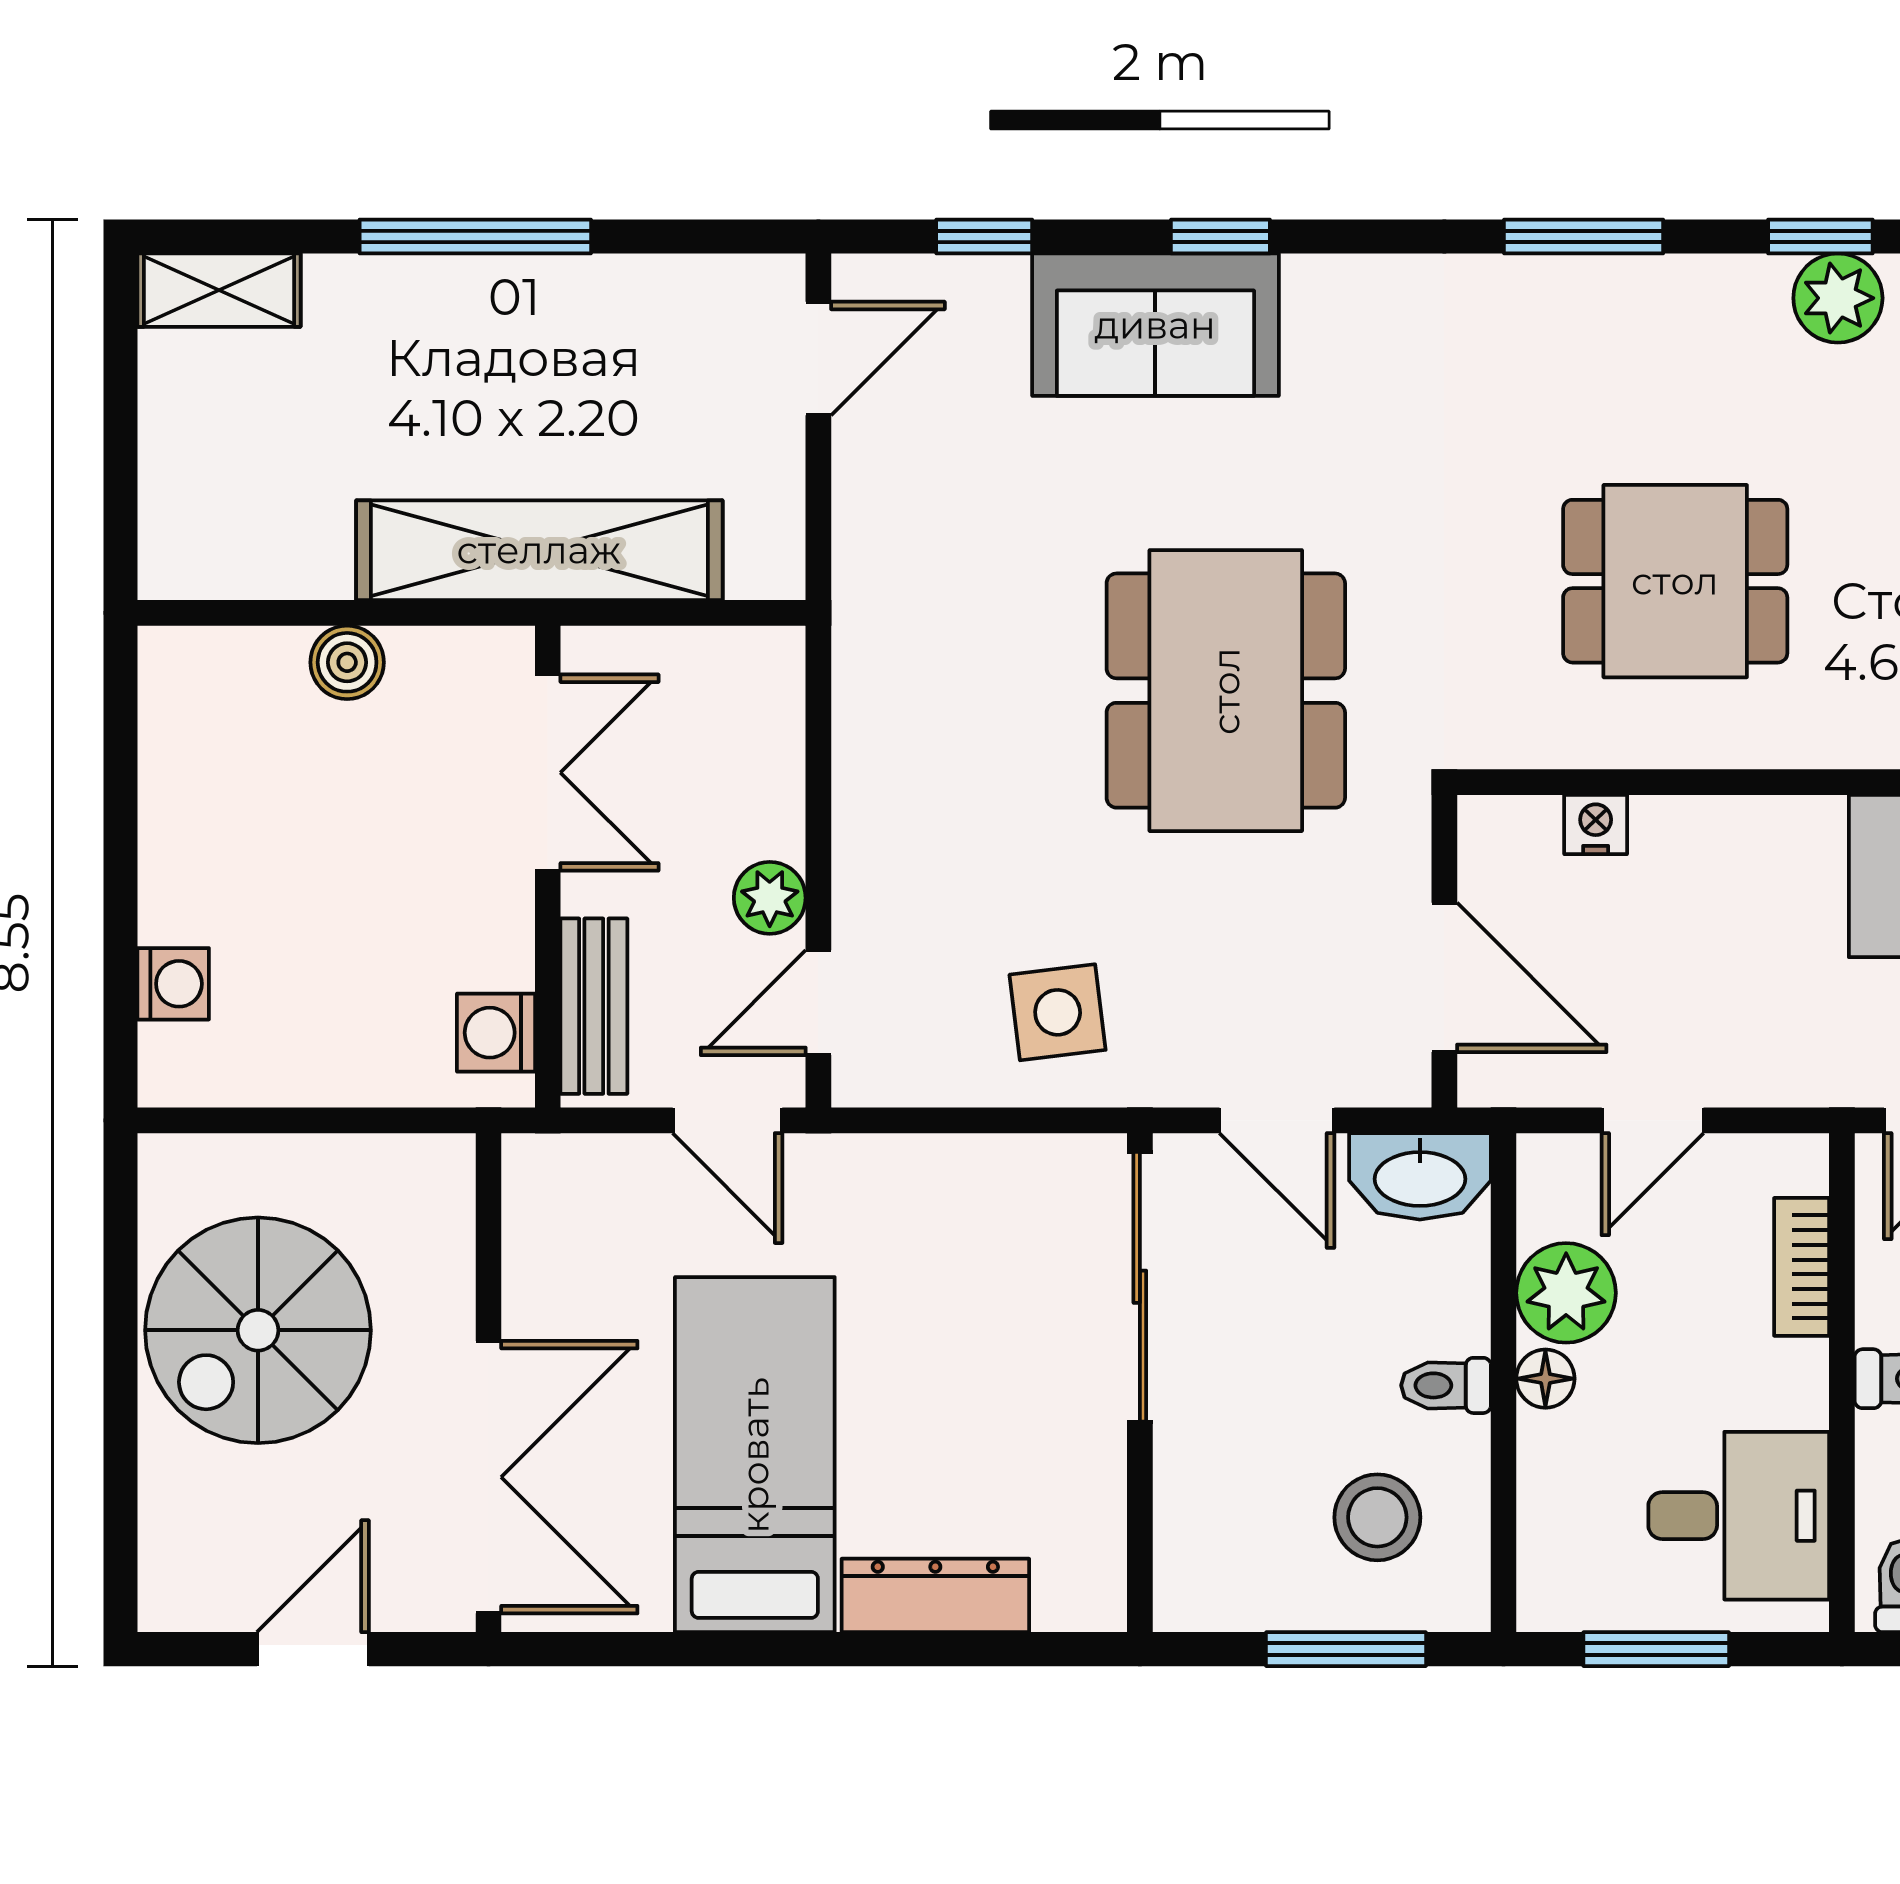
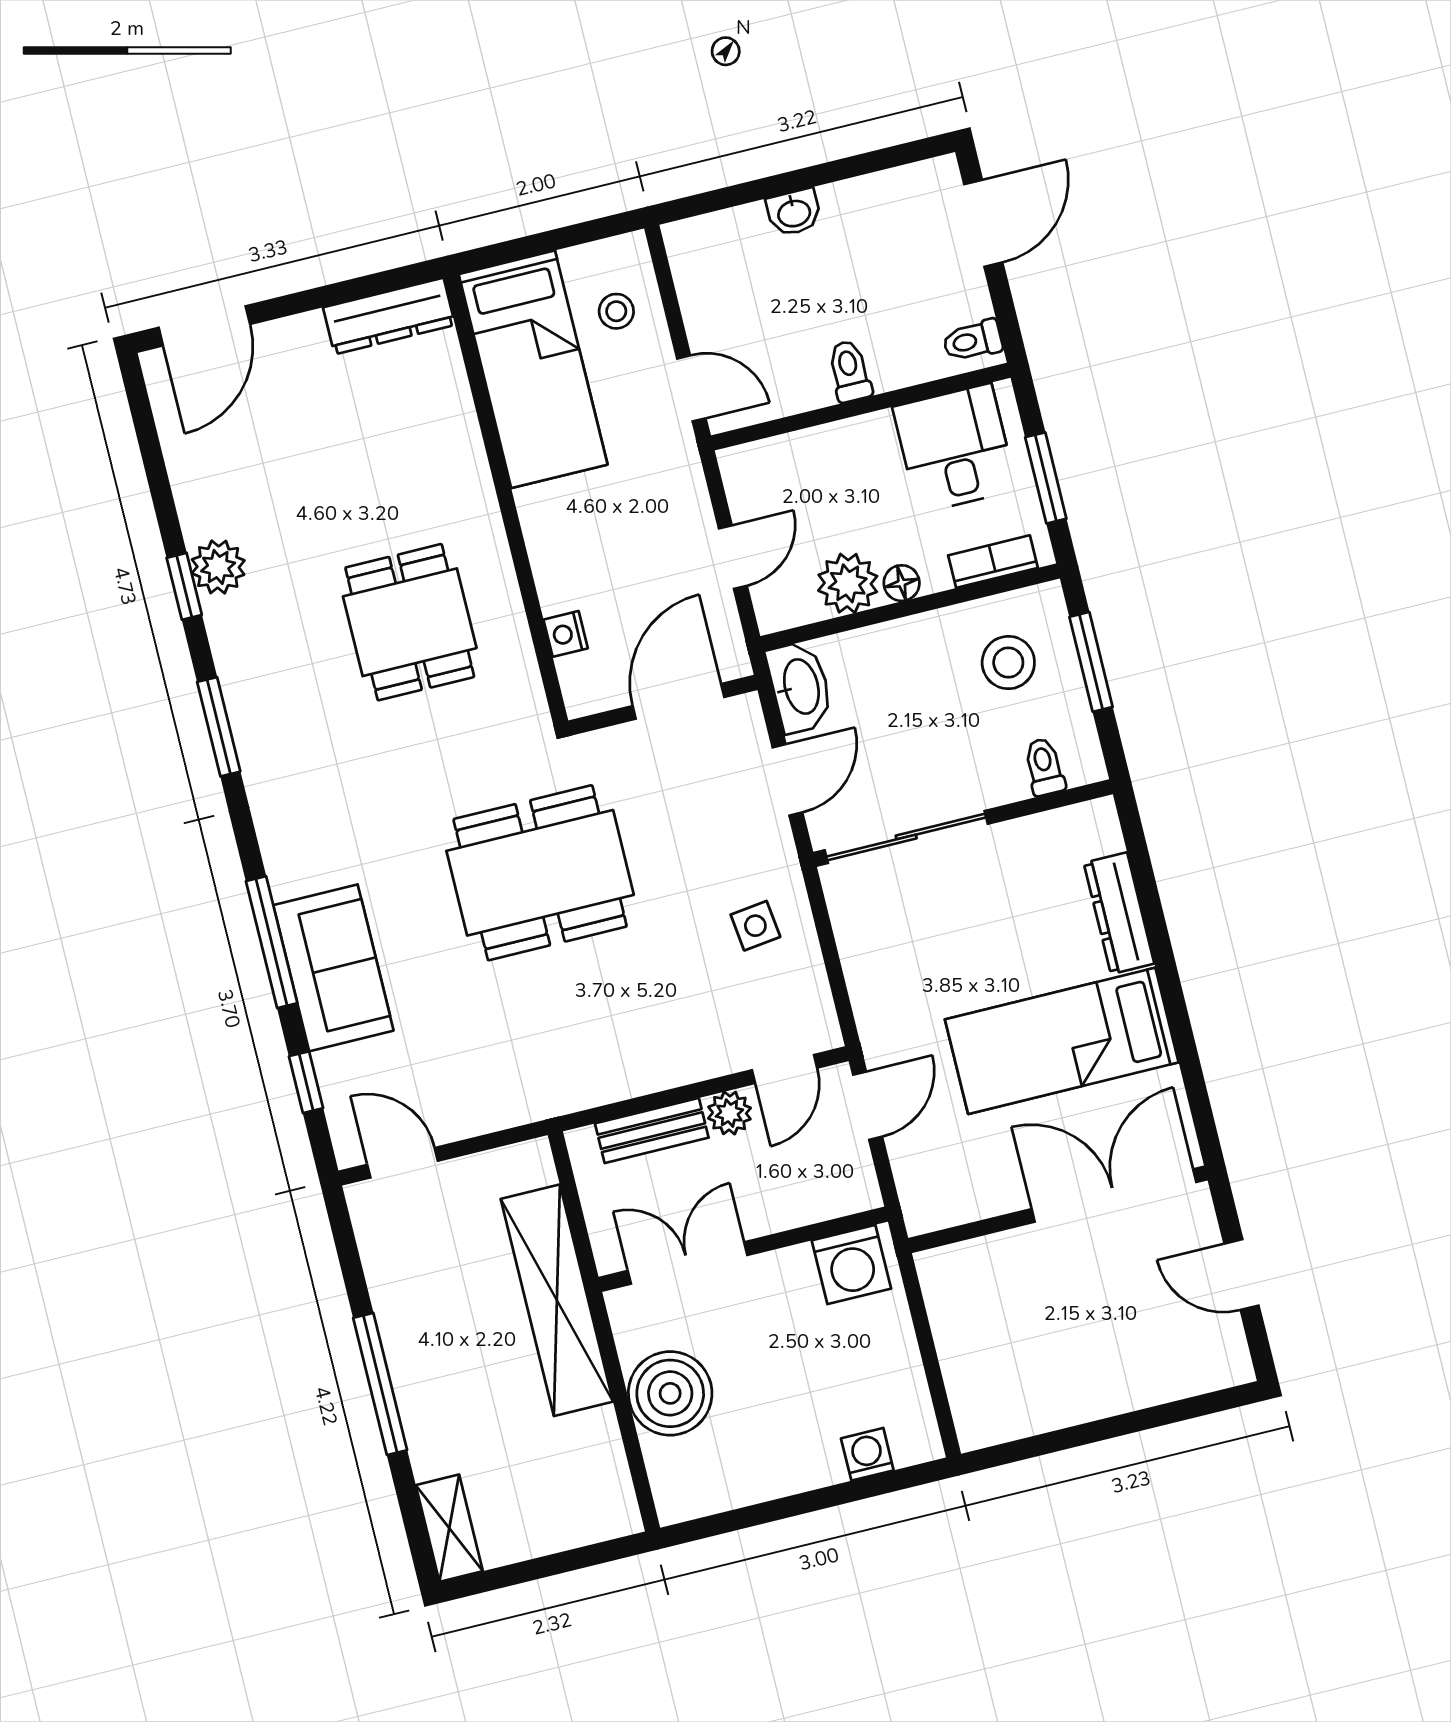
window: (1220, 236) -> (272, 942), width x2.17
boiler: (347, 662) -> (670, 1393), width x1.86, depth x1.86
door: (818, 1003) -> (785, 1069), hinge flipped
bench: (594, 1006) -> (652, 1131), moved
side table: (1058, 1012) -> (755, 926), width x0.73, depth x0.73
washing machine: (496, 1033) -> (851, 1265), width x1.38, depth x1.38
door: (1653, 1120) -> (733, 557), hinge flipped
bookcase: (1802, 1267) -> (993, 562), moved, turned 180
spiral stairs: (258, 1330) -> (1060, 1354), removed
toilet: (1446, 1385) -> (1044, 767), moved, turned 180

